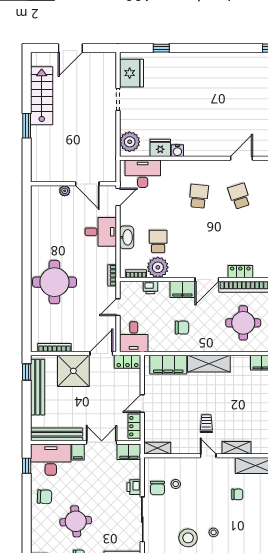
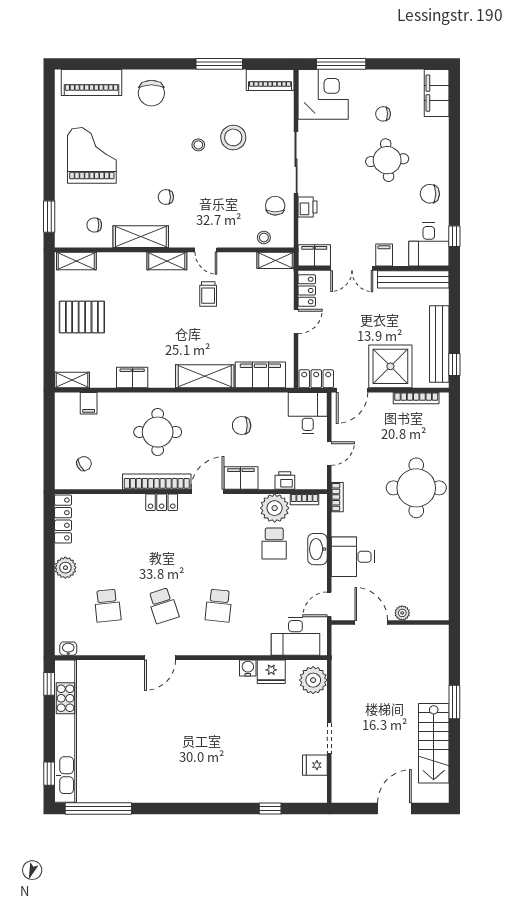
fridge: (132, 73) -> (315, 765), width x0.53, depth x0.75
desk: (51, 460) -> (429, 245), width x0.73
stool: (176, 484) -> (264, 237), moved

